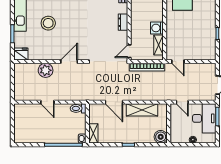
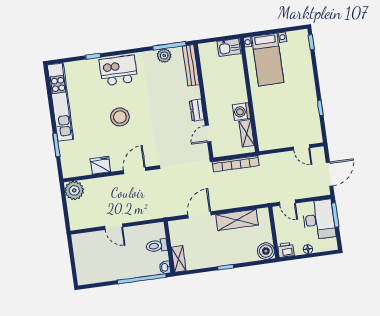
stool: (48, 23) -> (120, 117), moved
door: (129, 51) -> (208, 134), moved
fridge: (21, 54) -> (100, 165), moved
door: (178, 62) -> (301, 147), moved
plant: (46, 70) -> (74, 190), moved
door: (114, 102) -> (199, 215), swing flipped
toilet: (78, 108) -> (157, 246), moved
printer: (176, 138) -> (286, 250), added

